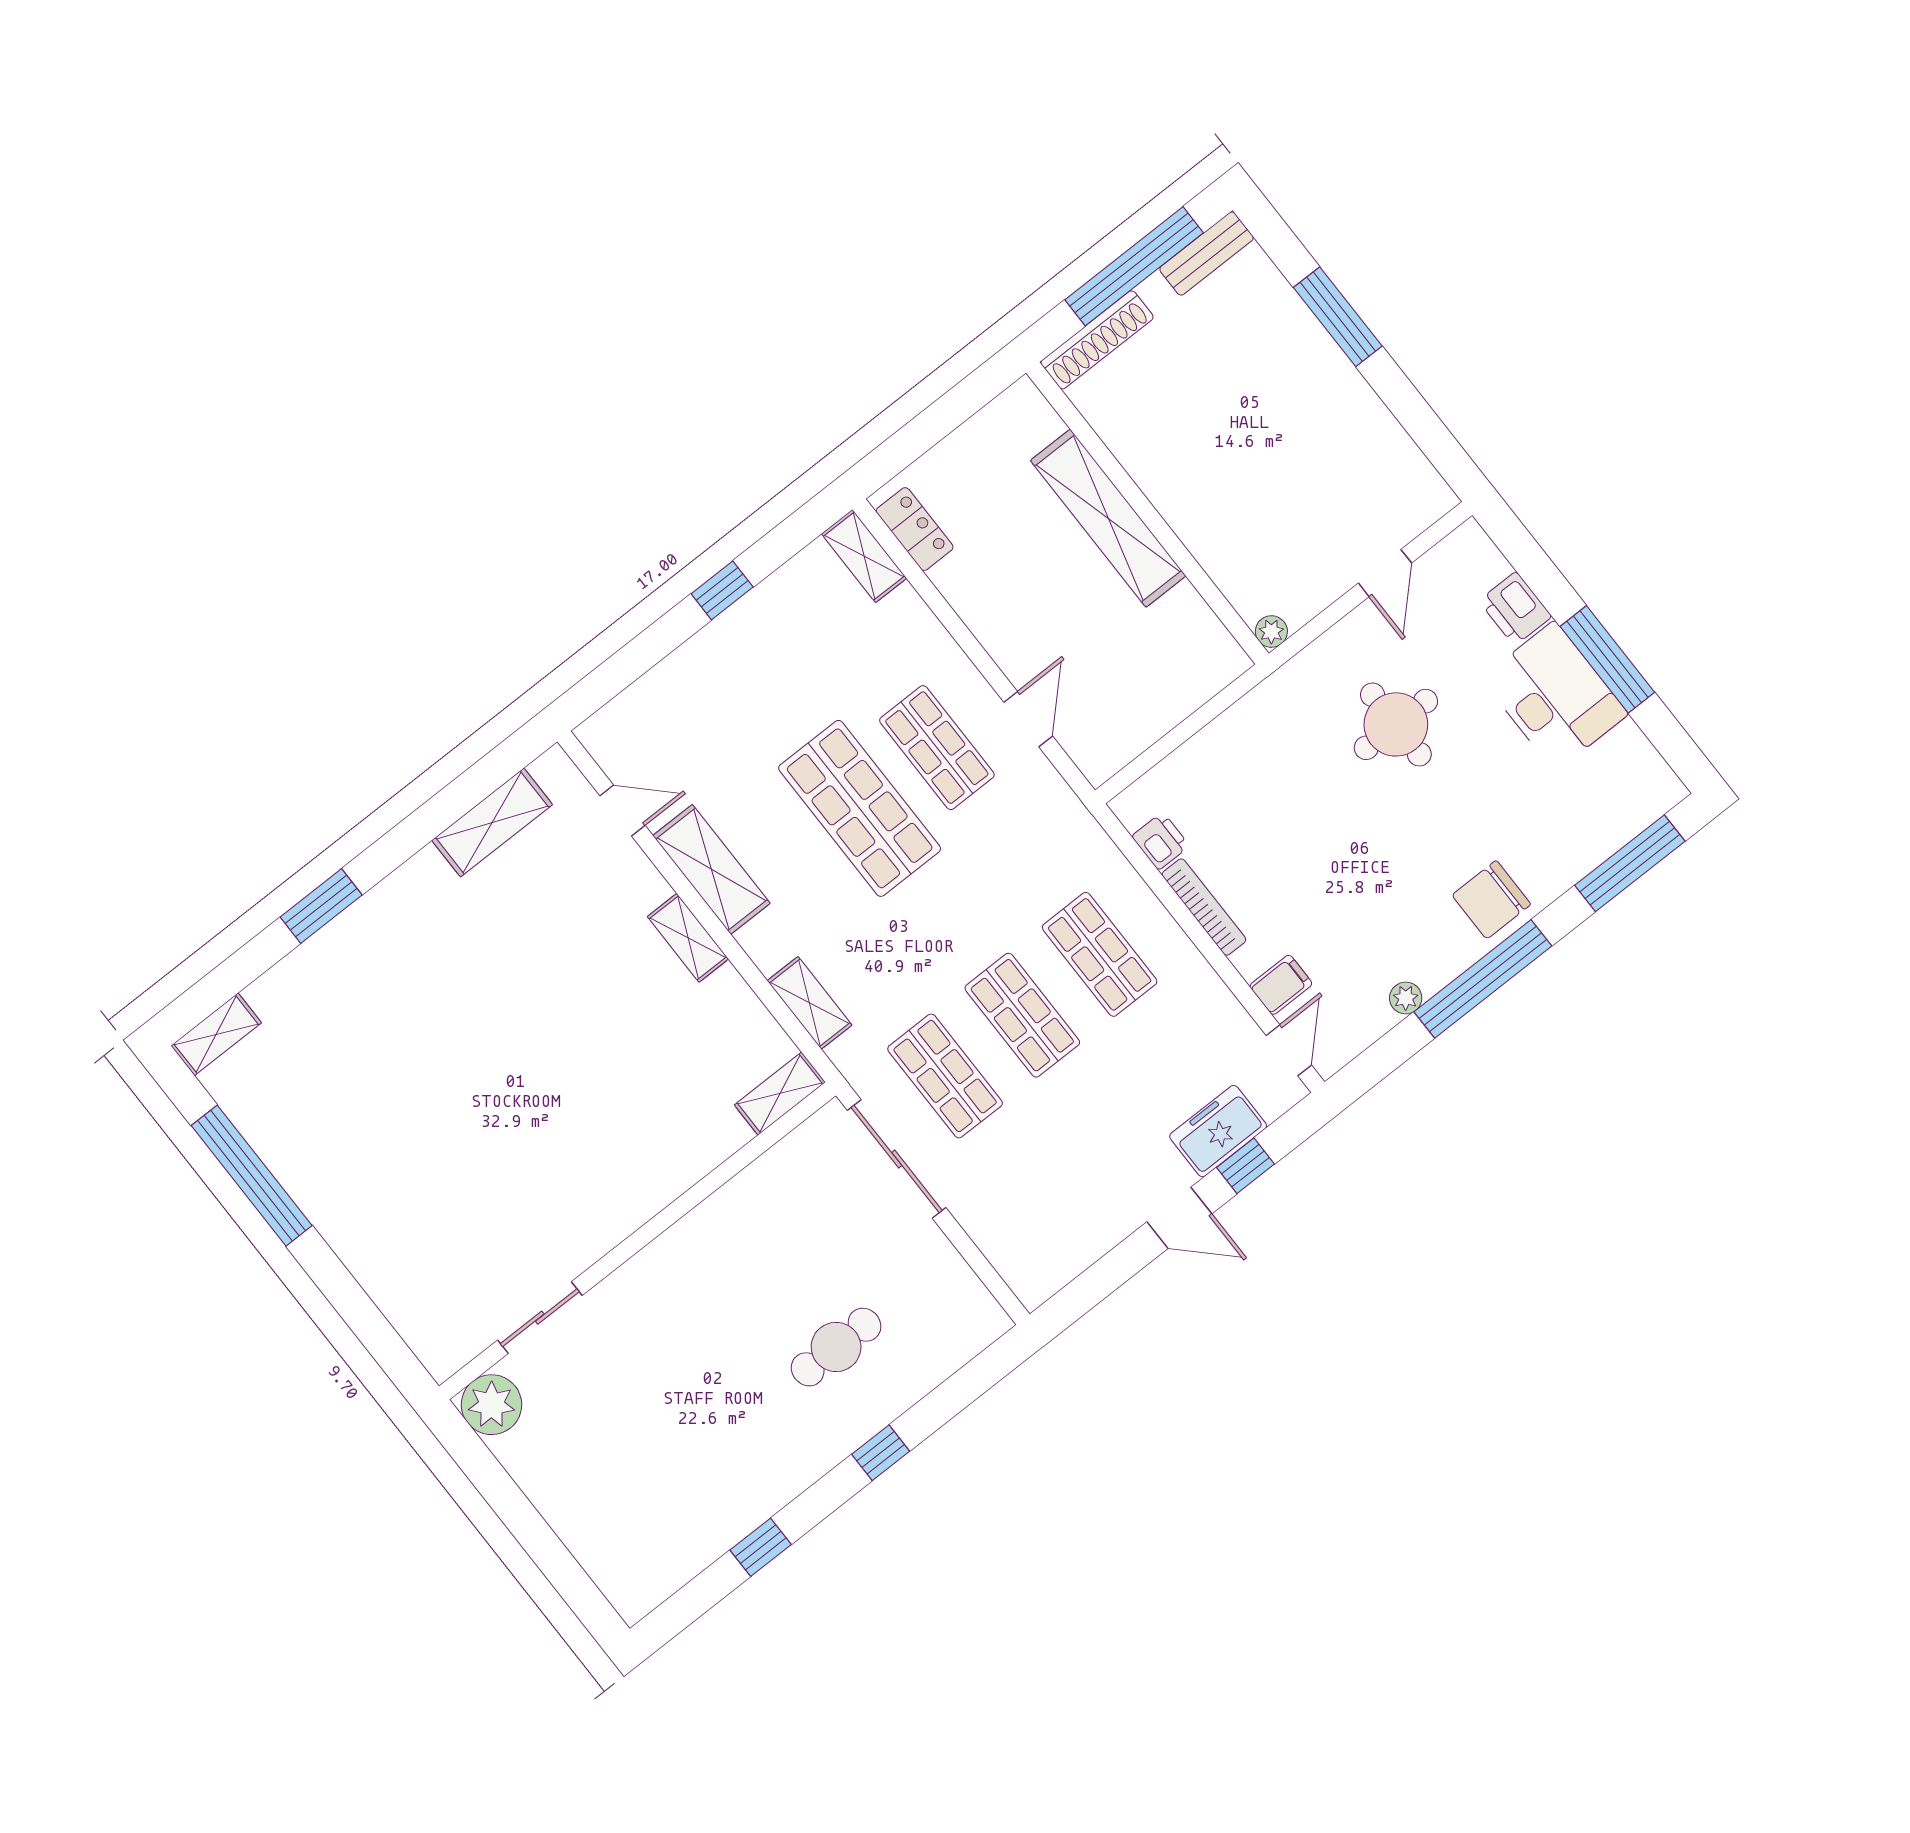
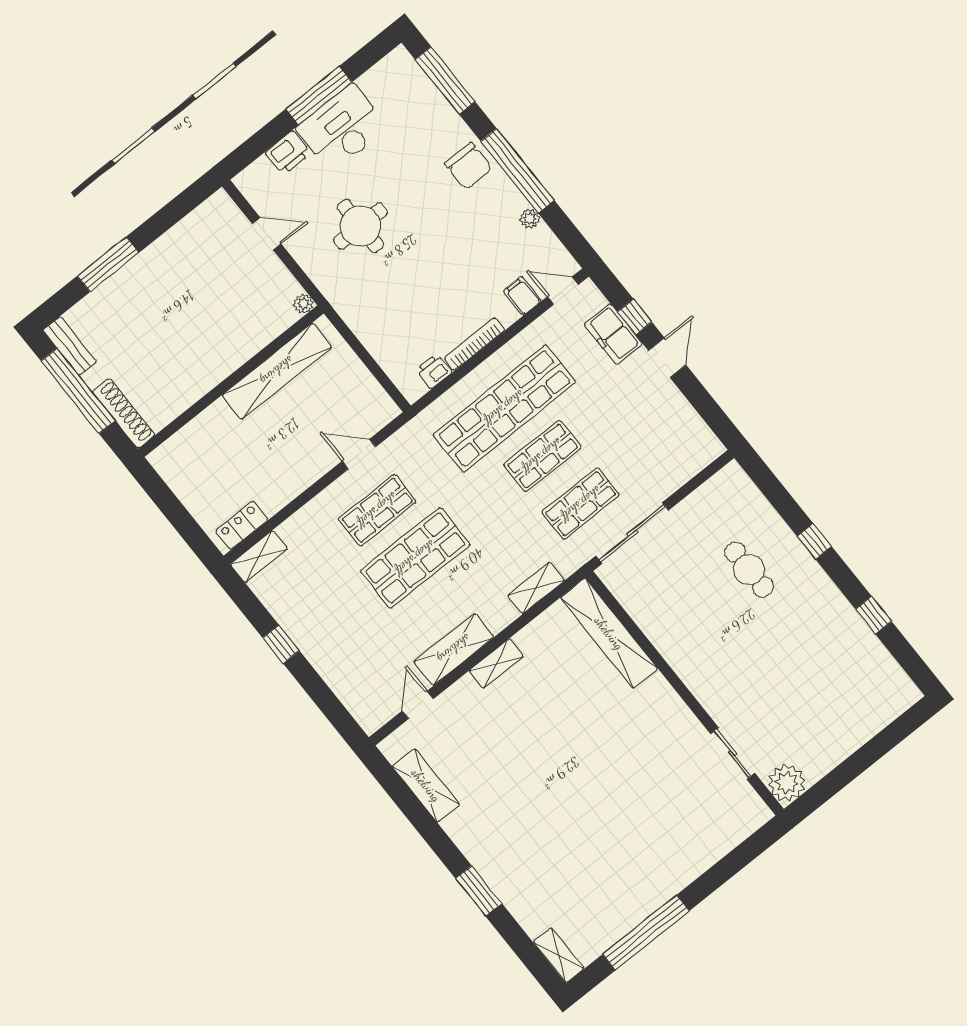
shelving: (1108, 518) -> (277, 371), moved
shop shelf: (1100, 954) -> (504, 408), width x2.00, depth x1.36
shelving: (780, 1094) -> (609, 633), width x2.20, depth x1.33

